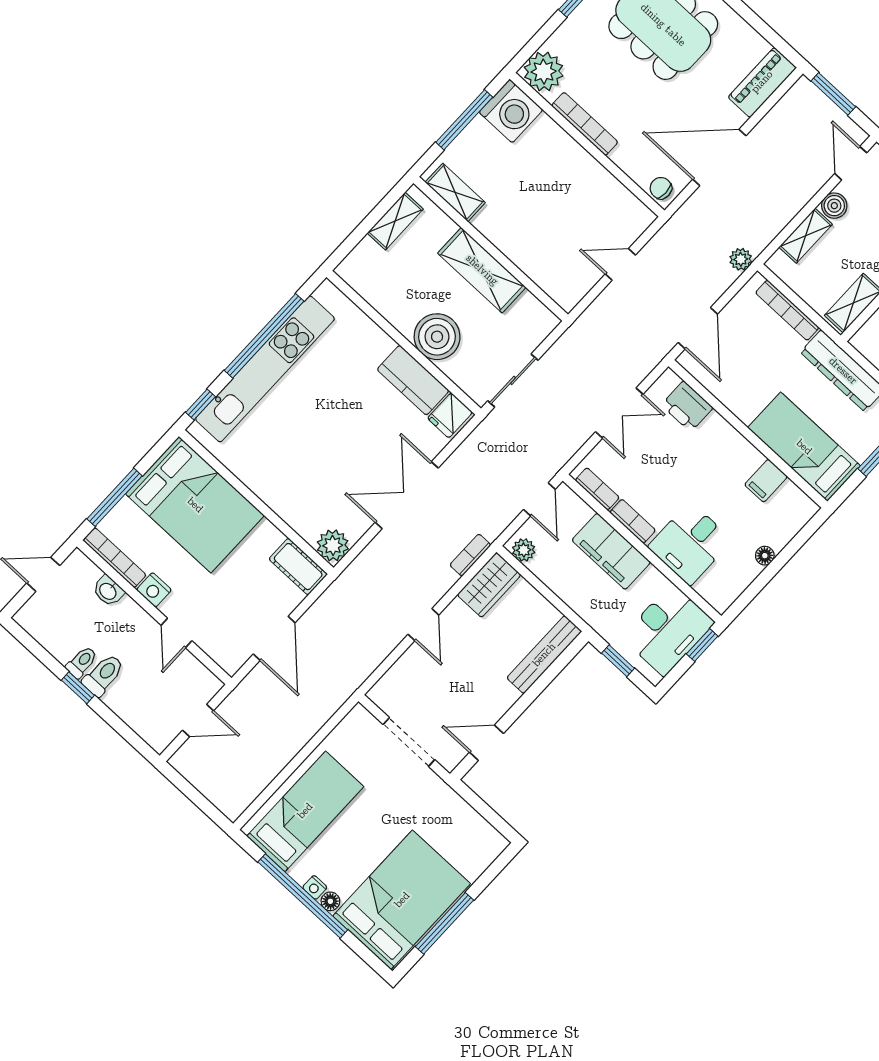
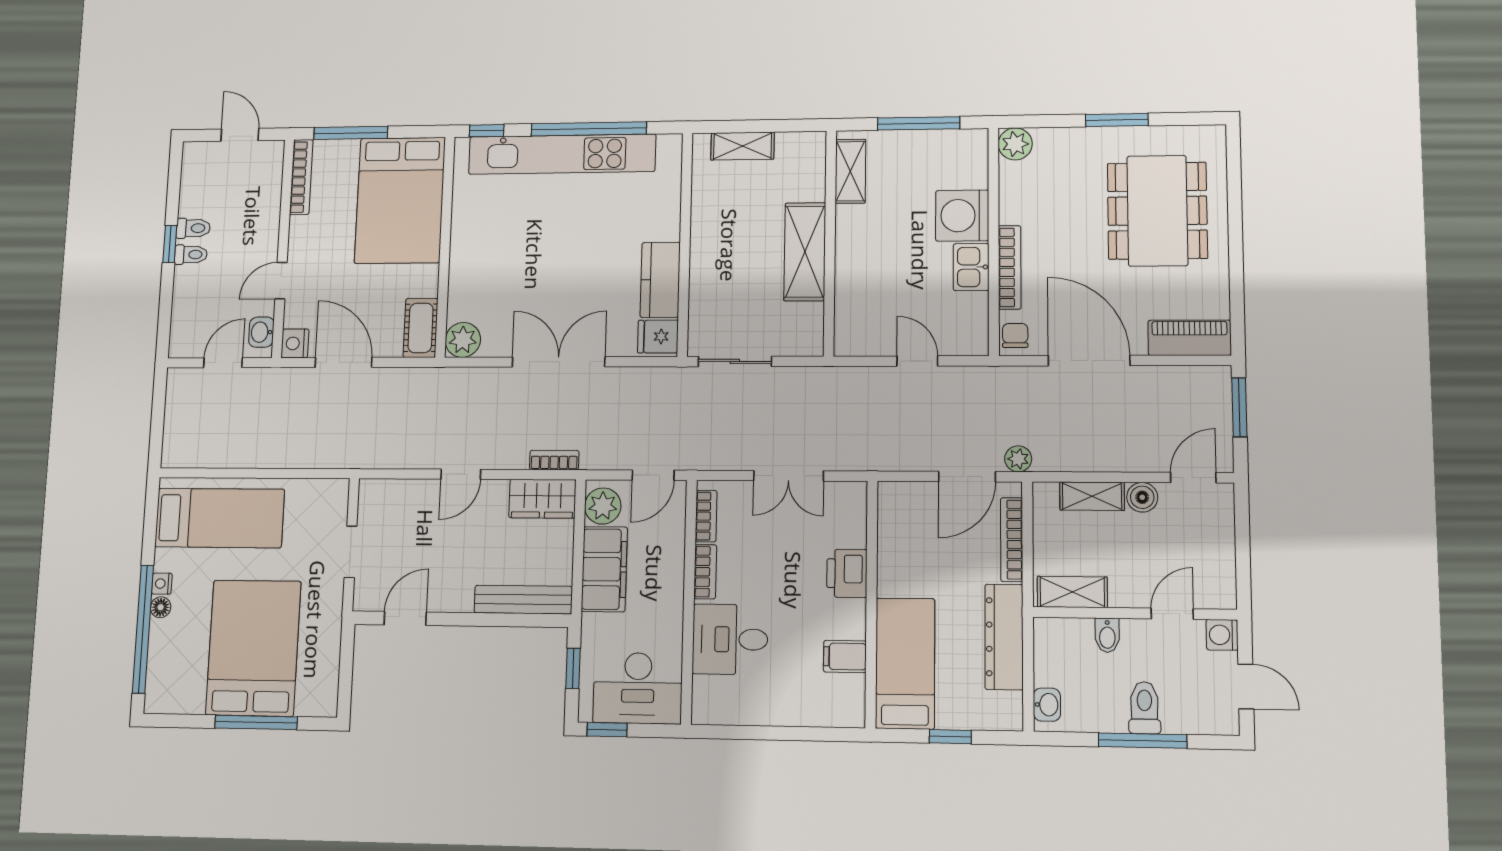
plant: (544, 72) -> (1015, 144), width x0.73, depth x0.73
washing machine: (511, 111) -> (962, 216), moved, turned 90
bookcase: (585, 124) -> (1010, 267), moved
kitchen sink: (591, 175) -> (971, 267), added
shelving: (395, 221) -> (743, 146), moved
door: (698, 328) -> (967, 477), moved
boiler: (437, 337) -> (715, 266), removed
printer: (687, 406) -> (847, 573), moved
plant: (524, 550) -> (603, 506), width x1.38, depth x1.38
filing cabinet: (611, 551) -> (604, 569), moved, turned 180
floor lamp: (765, 556) -> (778, 715), removed
nightstand: (154, 590) -> (295, 343), moved
washbasin: (108, 591) -> (261, 332), moved
door: (274, 638) -> (344, 362), swing flipped
window: (702, 645) -> (607, 730), moved
toilet: (103, 675) -> (191, 255), width x0.73, depth x0.72
door: (198, 720) -> (223, 363), swing flipped
doorway: (409, 742) -> (351, 552), width x0.73
door: (486, 743) -> (405, 618), hinge flipped
window: (303, 896) -> (143, 629), moved
bed: (402, 900) -> (253, 648), moved, turned -90
window: (445, 923) -> (256, 722), moved

